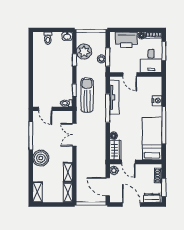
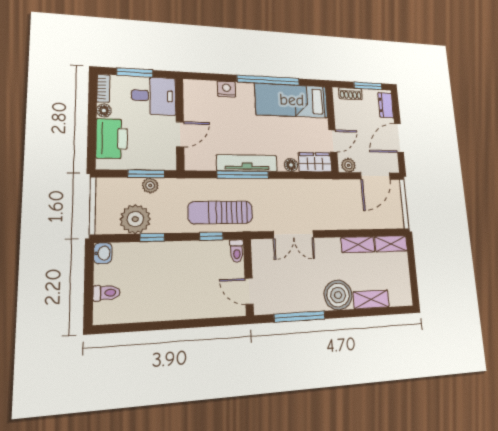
tv unit: (114, 97) -> (247, 163), moved
door: (45, 109) -> (249, 291), swing flipped
shelving: (37, 192) -> (371, 299), moved

